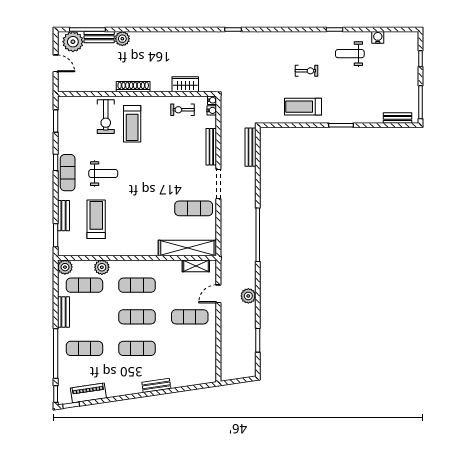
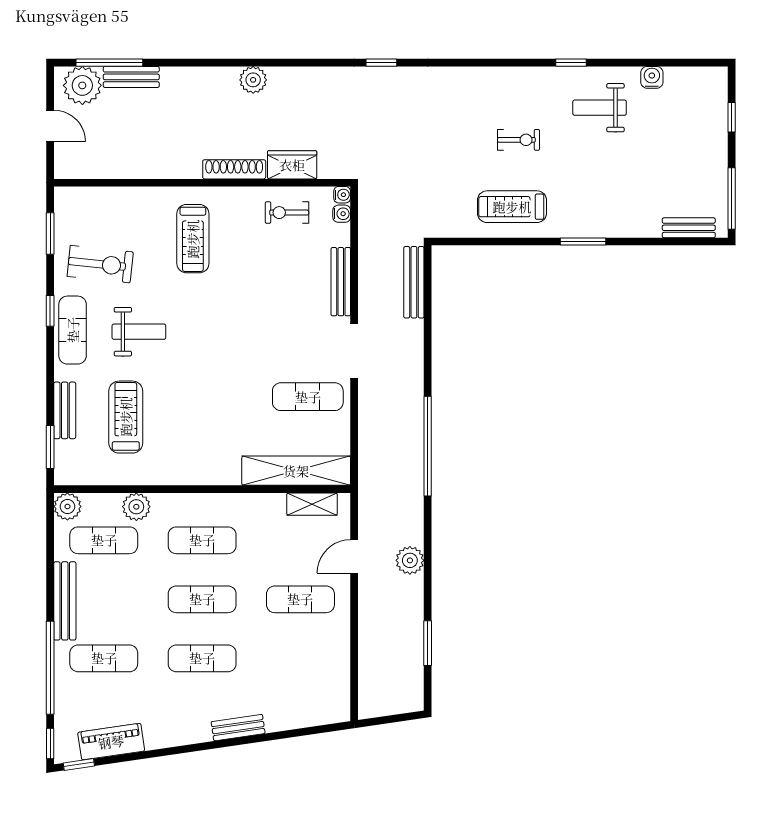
plant: (122, 39) -> (253, 80), moved
shoe rack: (133, 87) -> (234, 169), moved
exercise bike: (106, 117) -> (100, 264), moved, turned -84
bench: (64, 312) -> (65, 601), width x1.36

